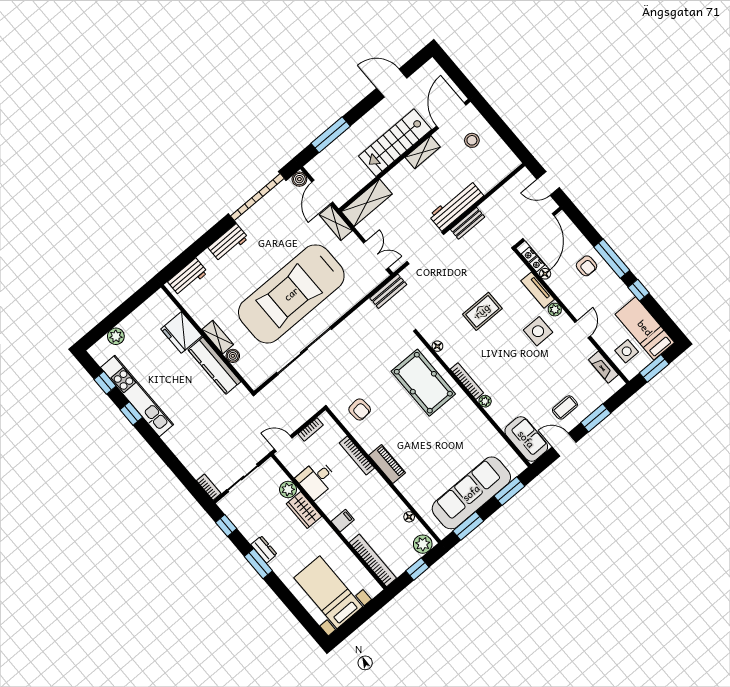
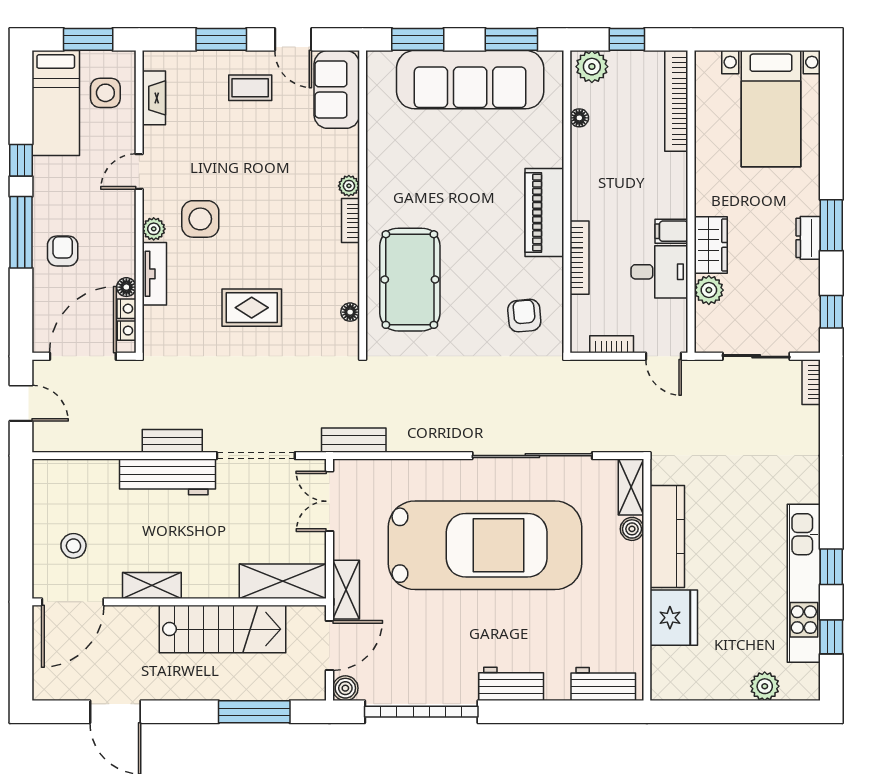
stairs: (395, 143) -> (223, 629), moved
shelving: (218, 337) -> (631, 487), moved
bookcase: (467, 381) -> (350, 221), width x0.64
piano: (387, 464) -> (544, 213), width x1.37, depth x1.33
filing cabinet: (343, 521) -> (671, 231), moved

